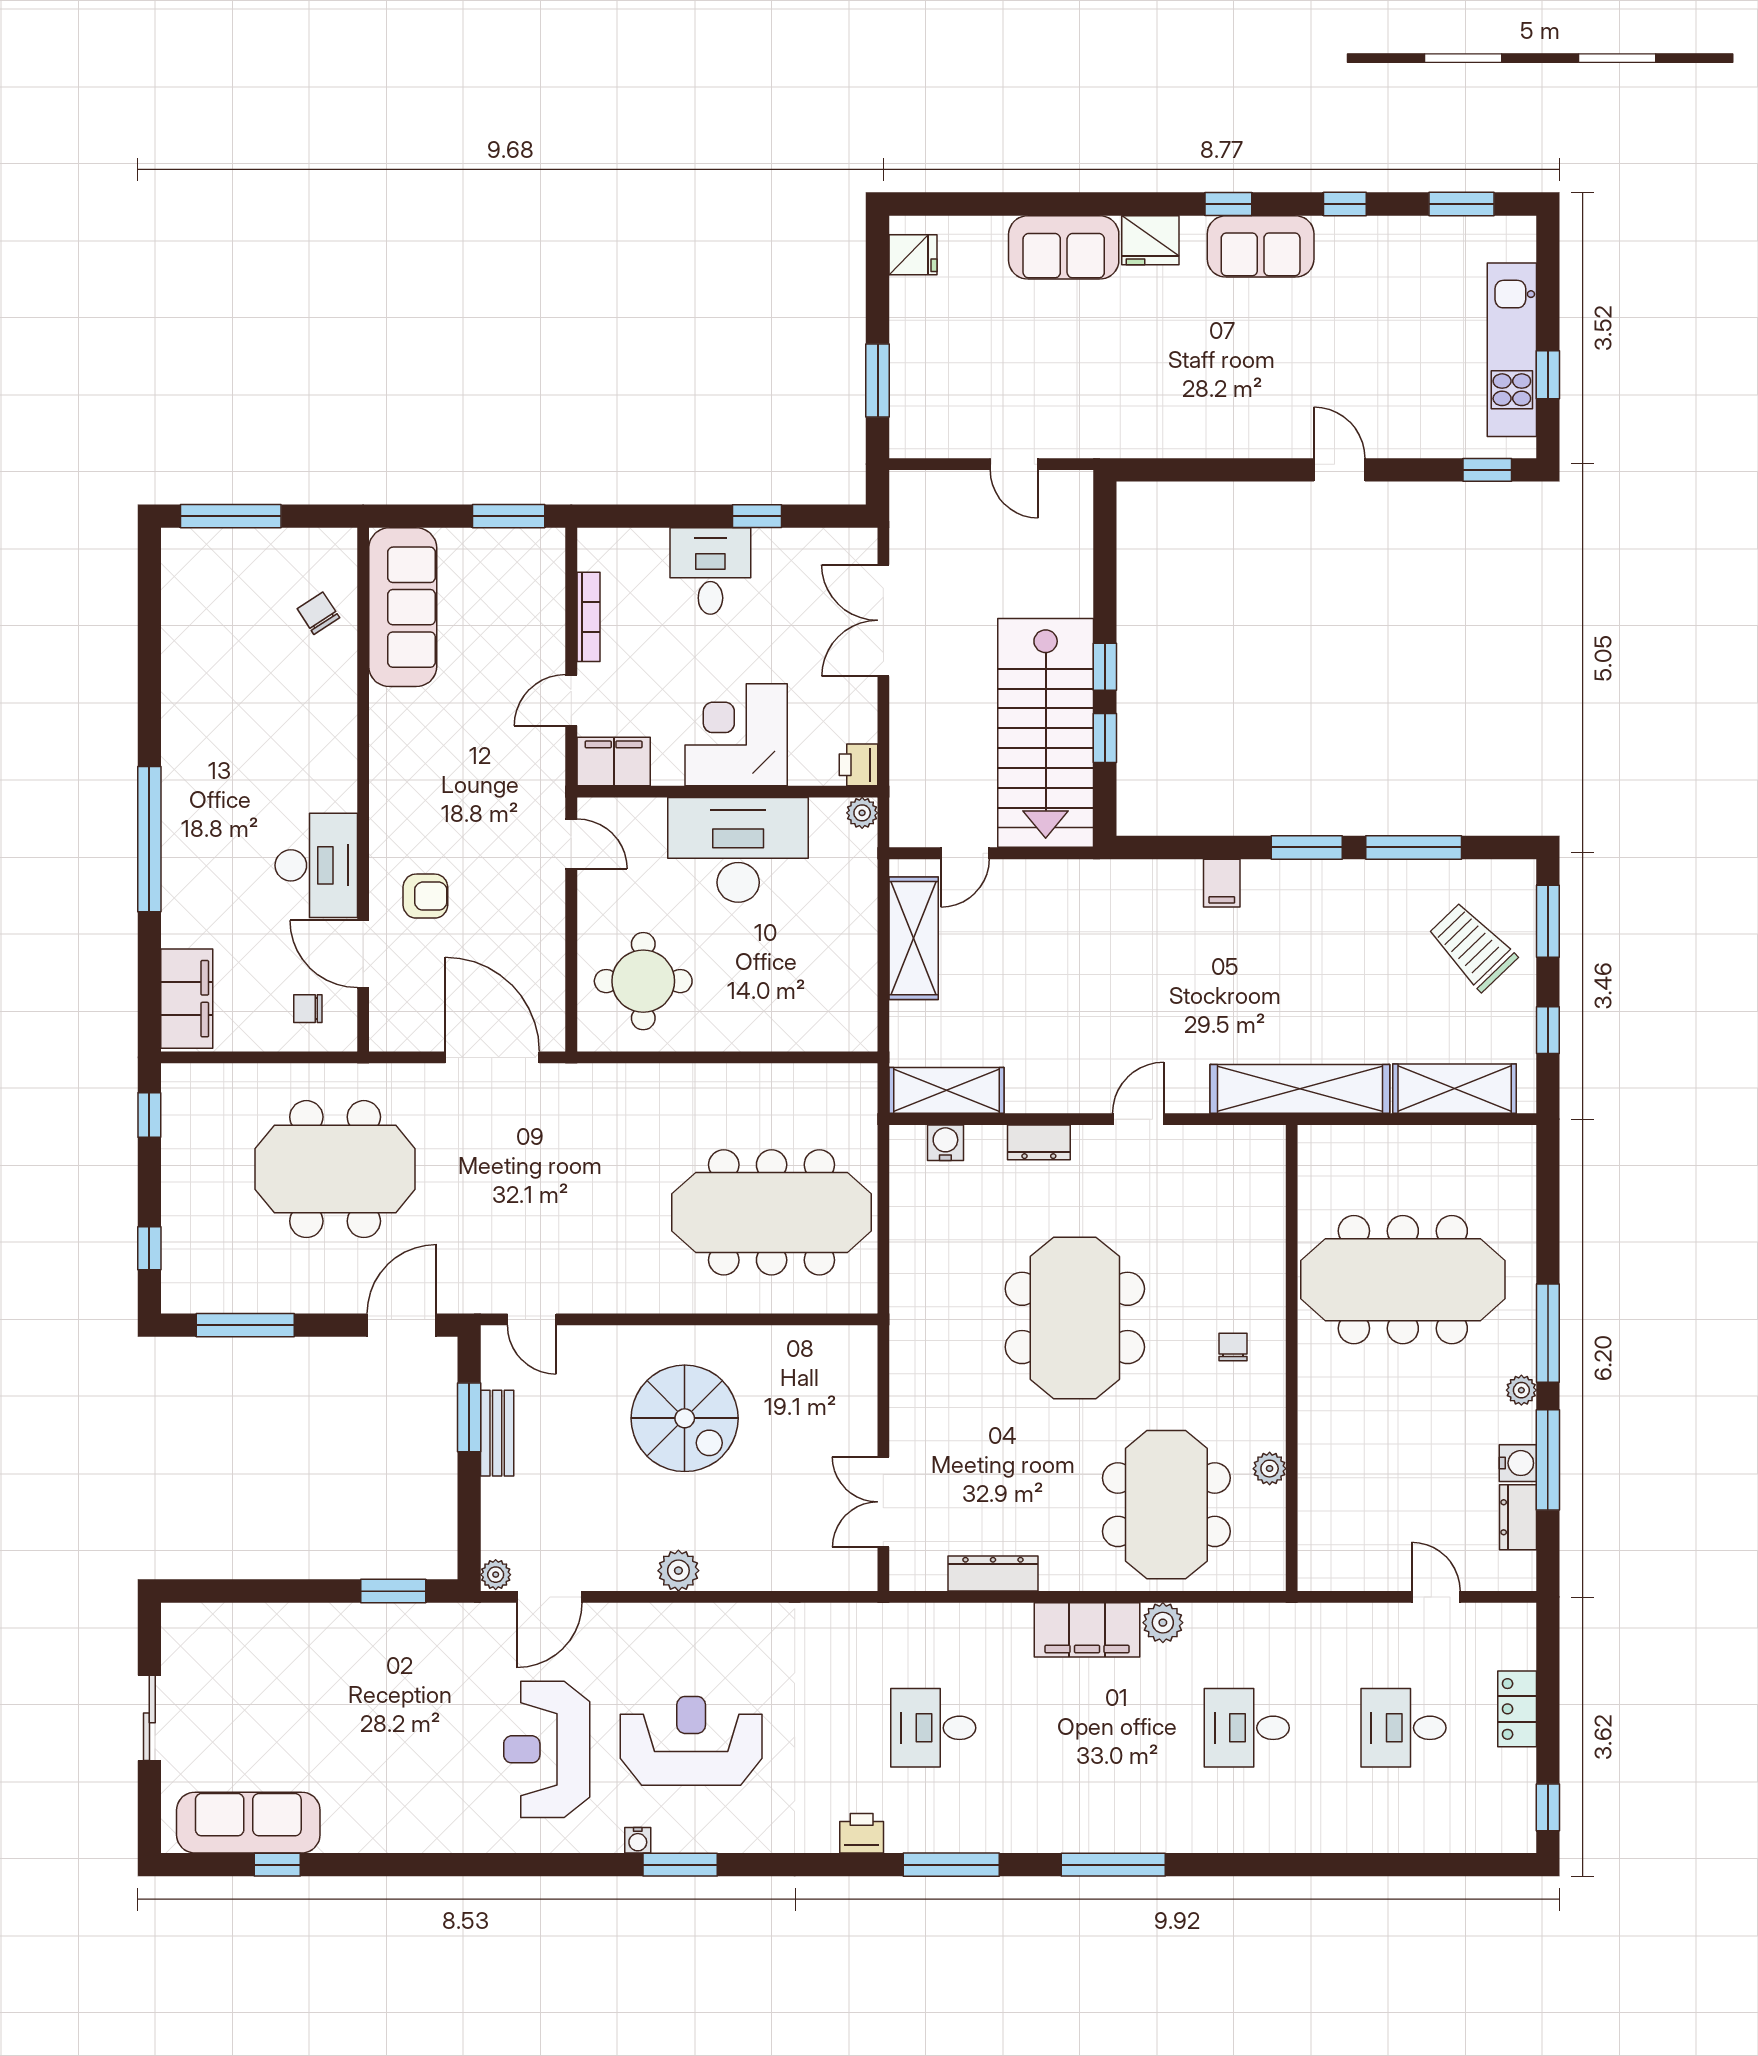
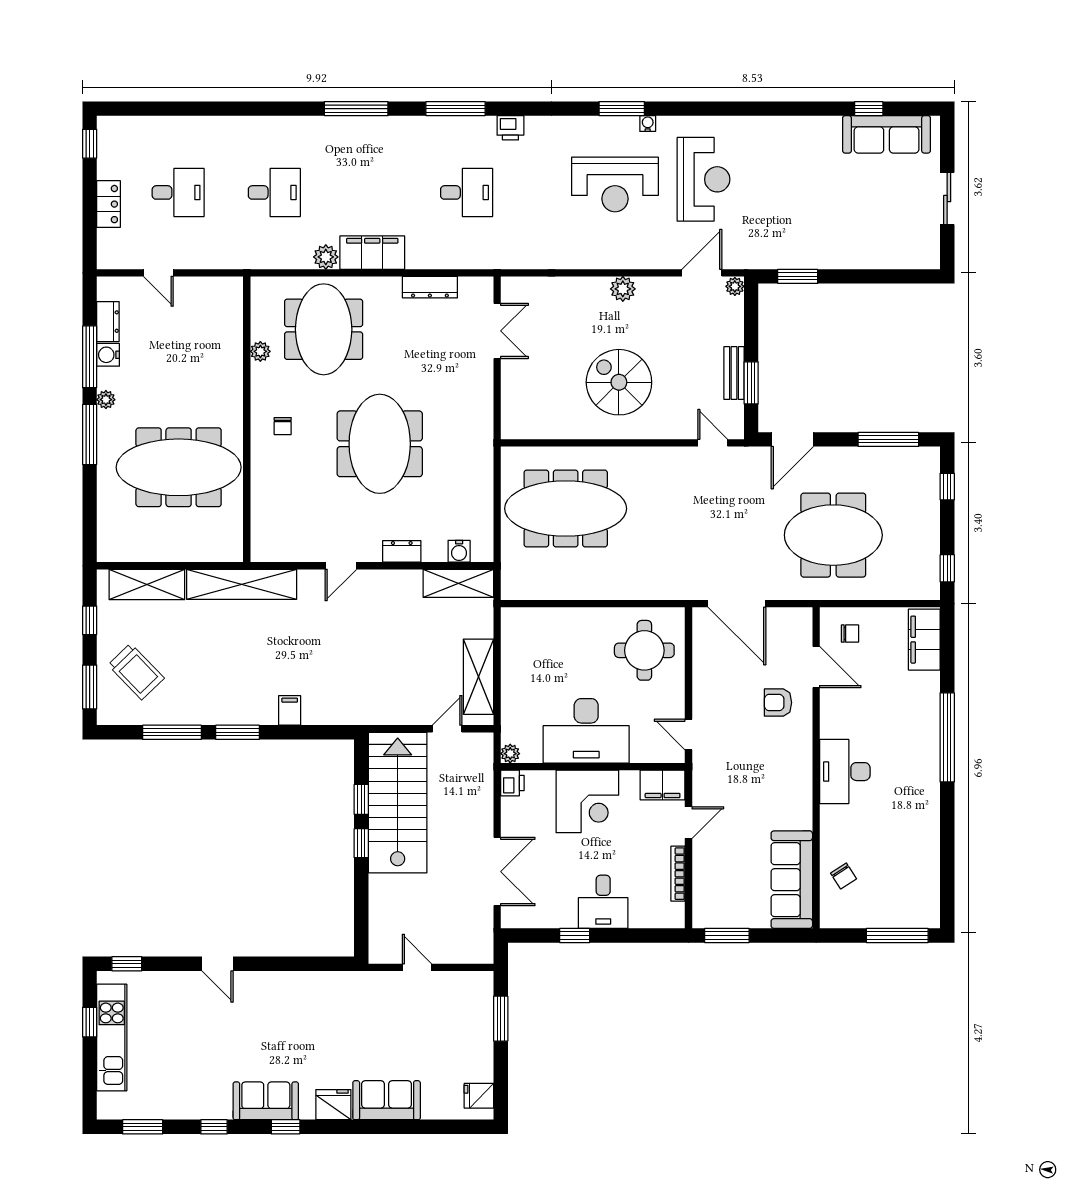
desk: (316, 865) -> (845, 772), moved

